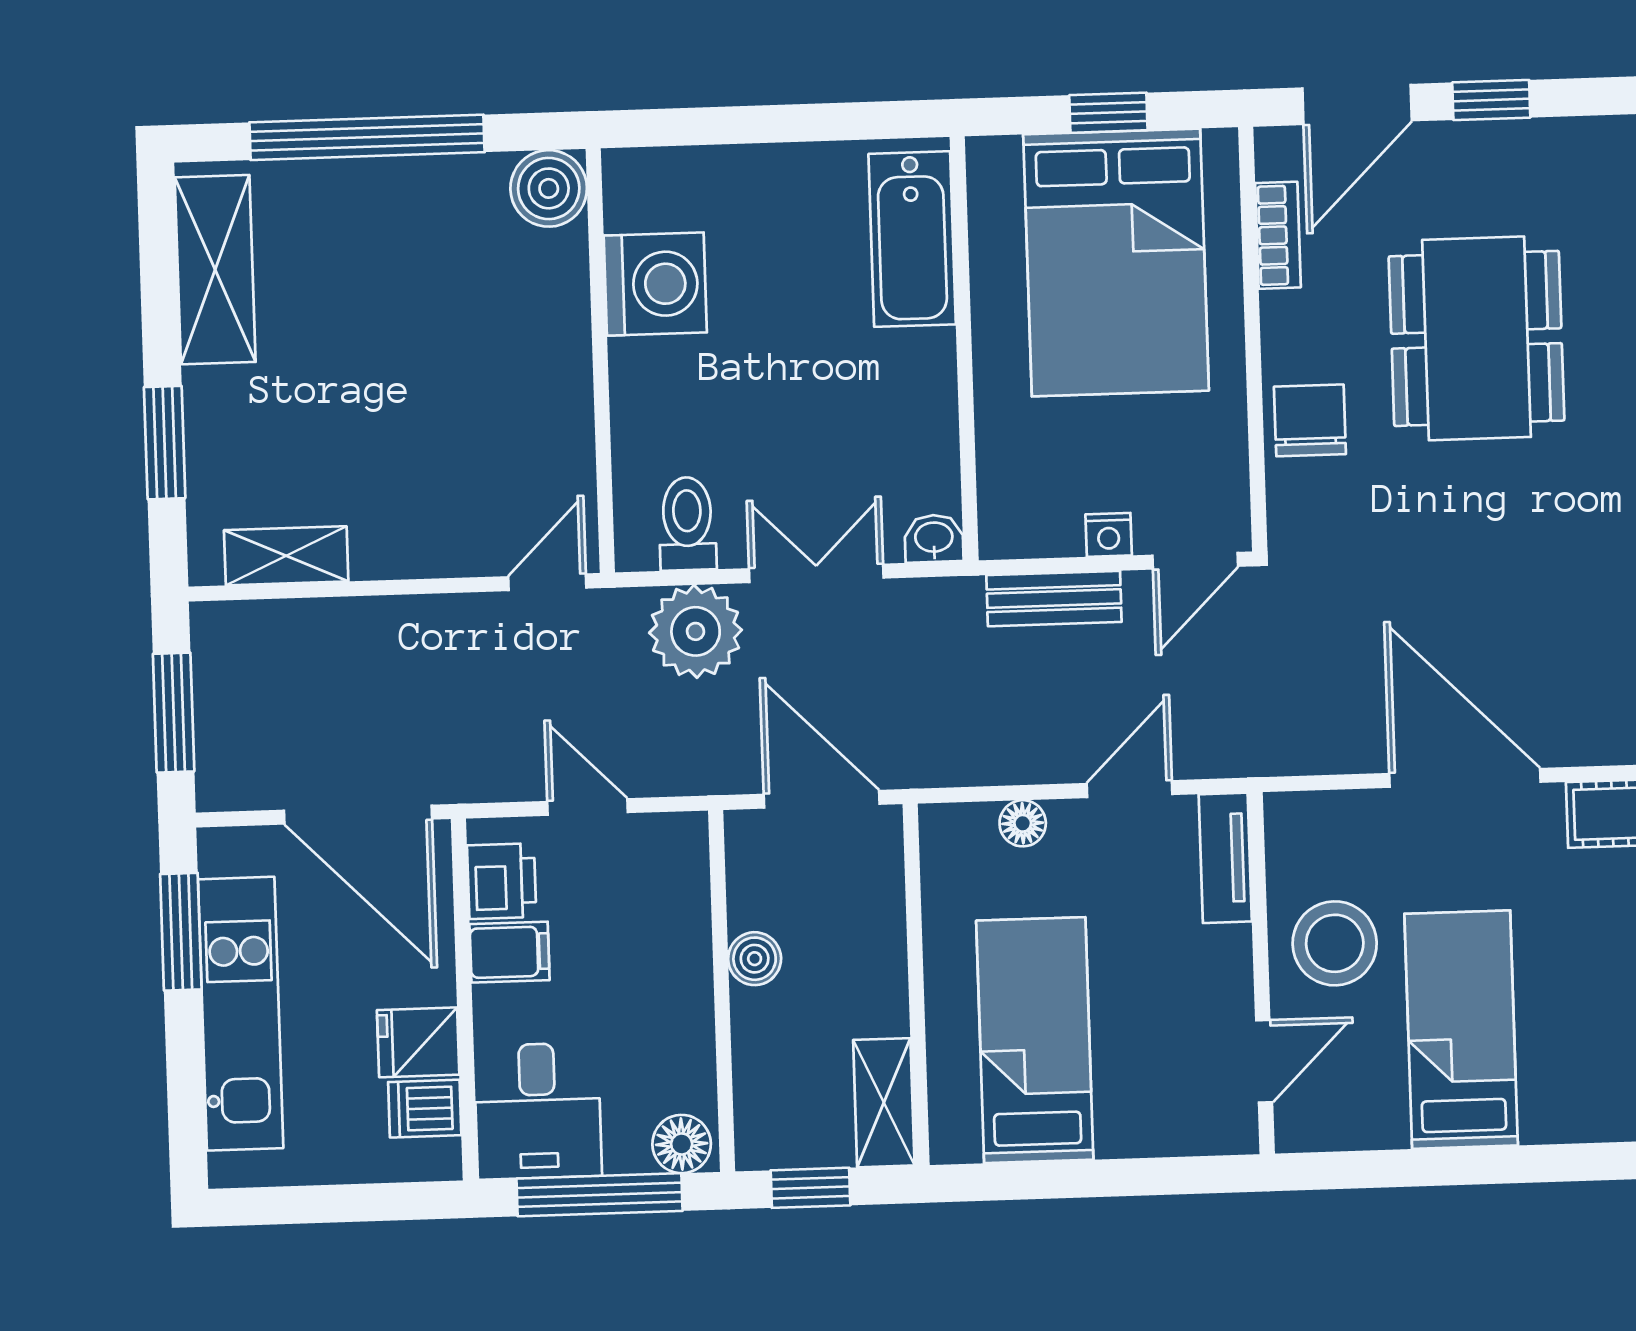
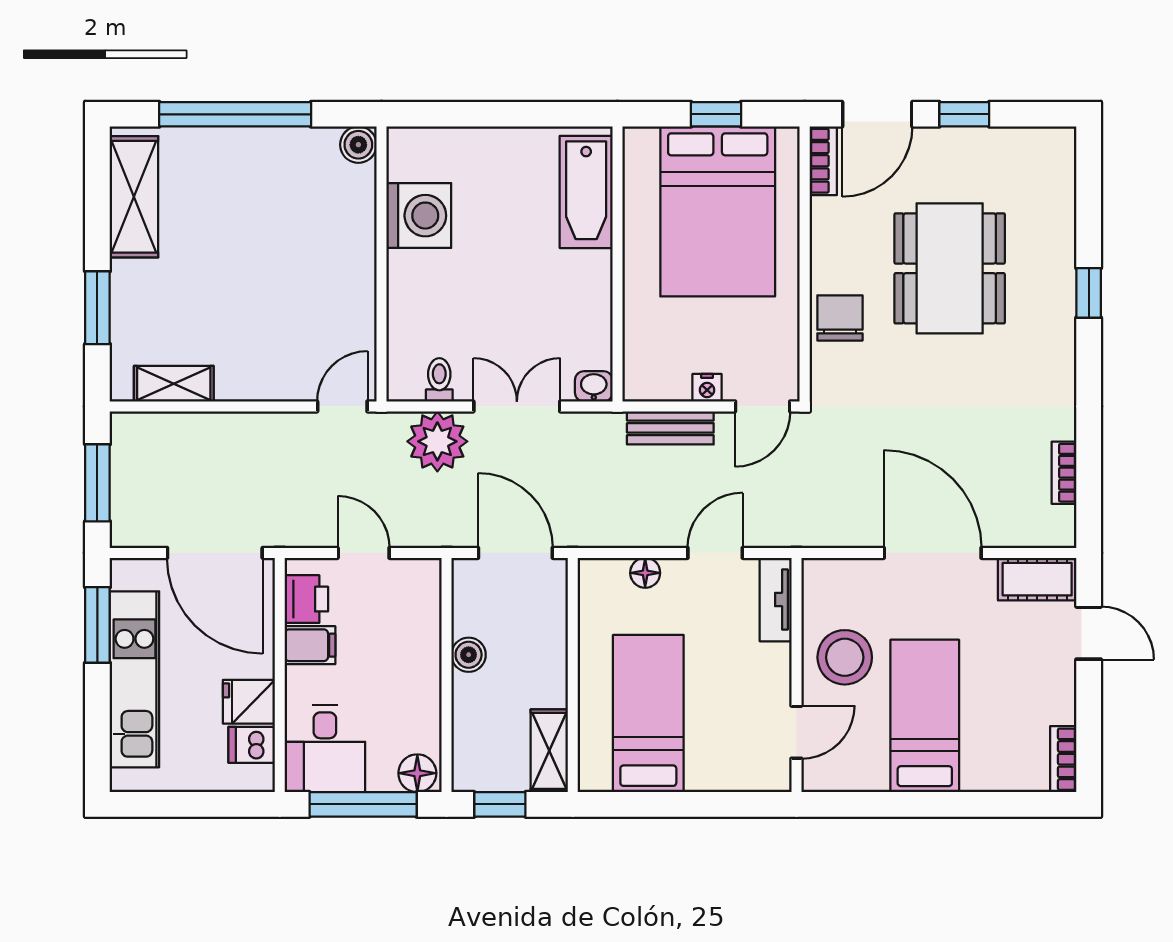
boiler: (549, 188) -> (358, 145), width x0.73, depth x0.73
bookcase: (1278, 235) -> (823, 161), moved
toilet: (687, 524) -> (439, 380), width x0.73, depth x0.72

